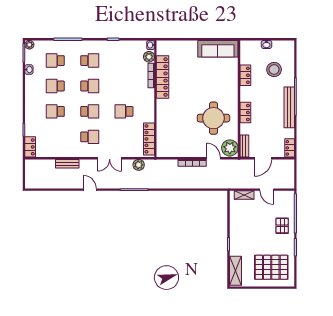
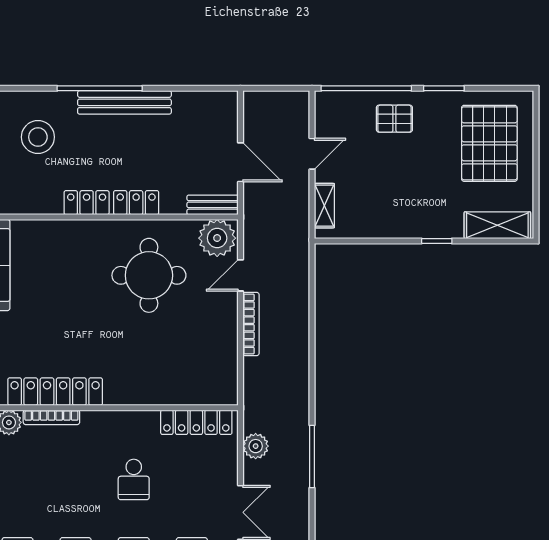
locker: (245, 75) -> (87, 203), moved
locker: (290, 148) -> (217, 101), removed

